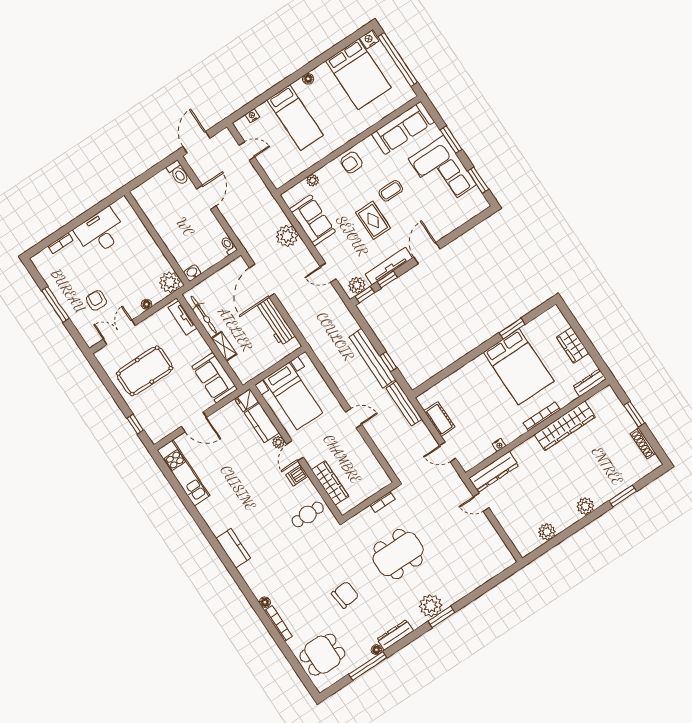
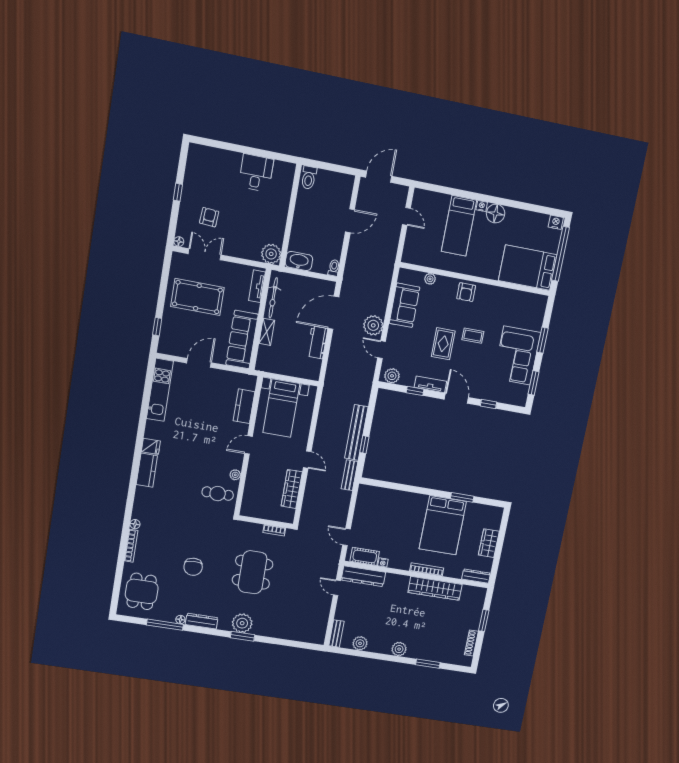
bed: (358, 74) -> (528, 268), moved, turned 90
floor lamp: (308, 79) -> (496, 214), width x1.89, depth x1.89
nightstand: (252, 116) -> (482, 206), moved
sofa: (403, 128) -> (520, 302), removed
armchair: (352, 163) -> (466, 292), turned -90
toilet: (178, 173) -> (309, 178), moved
desk: (100, 232) -> (256, 173), width x0.73
plant: (287, 236) -> (373, 325), moved
bookcase: (61, 243) -> (221, 153), removed
door: (427, 253) -> (456, 398), hinge flipped
tv unit: (389, 266) -> (430, 384), width x0.71
washbasin: (192, 273) -> (299, 261), width x1.91, depth x1.45
window: (365, 295) -> (489, 404), moved
window: (55, 304) -> (178, 192), width x0.46
floor lamp: (147, 304) -> (179, 242), moved
workbench: (275, 322) -> (317, 342), width x0.73
sofa: (215, 378) -> (242, 339), width x1.36
fridge: (247, 400) -> (151, 446), moved, turned 180
bench: (404, 403) -> (350, 475), width x0.73
cot: (439, 419) -> (365, 556), moved, turned 90
door: (194, 422) -> (199, 363), swing flipped
plant: (279, 442) -> (235, 475), moved
dishwasher: (297, 475) -> (235, 462), removed
wardrobe: (330, 483) -> (292, 489), moved, turned 180
bench: (518, 542) -> (336, 634), added
dining table: (398, 554) -> (253, 572), turned 90
chair: (345, 595) -> (193, 567), turned 93
dining table: (322, 655) -> (142, 591), turned 90

